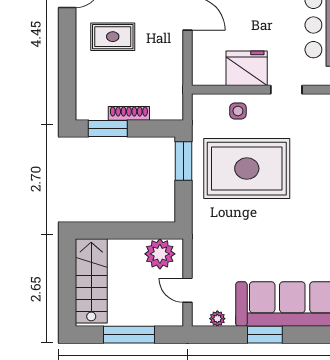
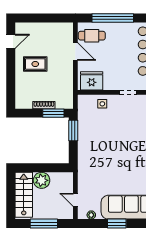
fridge: (247, 68) -> (92, 81), moved
window: (108, 128) -> (53, 113), moved
rug: (247, 169) -> (107, 135), removed
plant: (160, 254) -> (42, 180), moved

